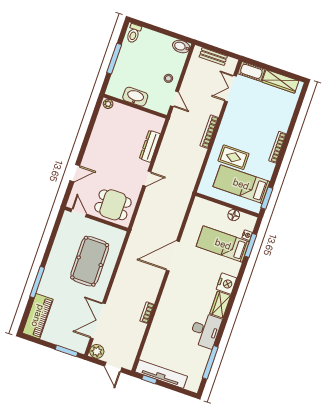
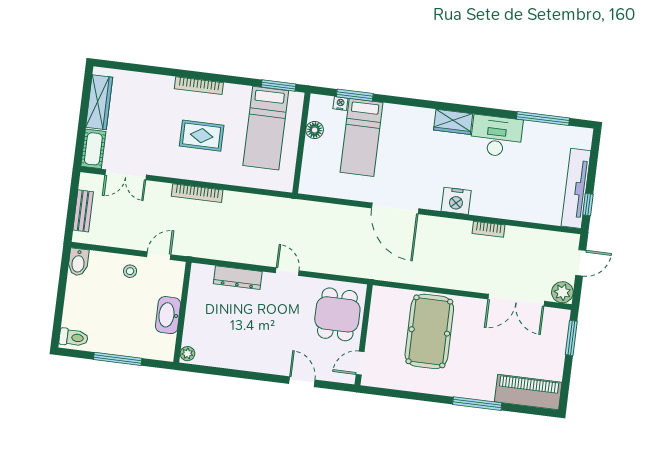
rug: (233, 157) -> (202, 136), moved, turned 90
pool table: (90, 261) -> (429, 331), turned 90
nightstand: (226, 284) -> (456, 201), moved, turned 180

